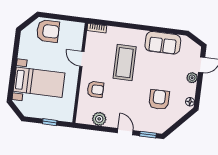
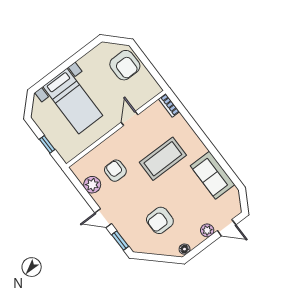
armchair: (95, 89) -> (115, 171), moved, turned 180
armchair: (159, 100) -> (160, 220), turned 180
door: (125, 132) -> (103, 218), swing flipped

